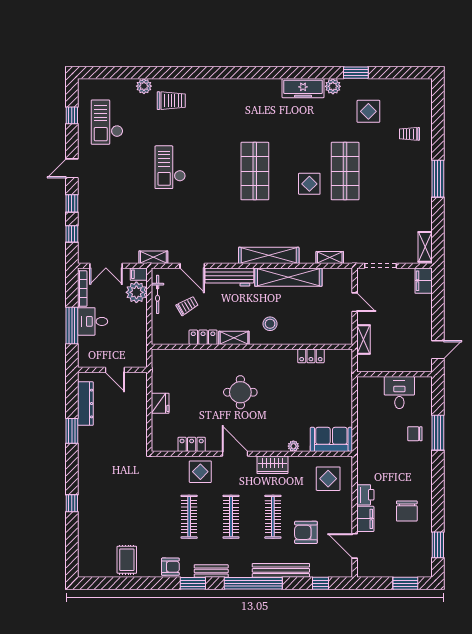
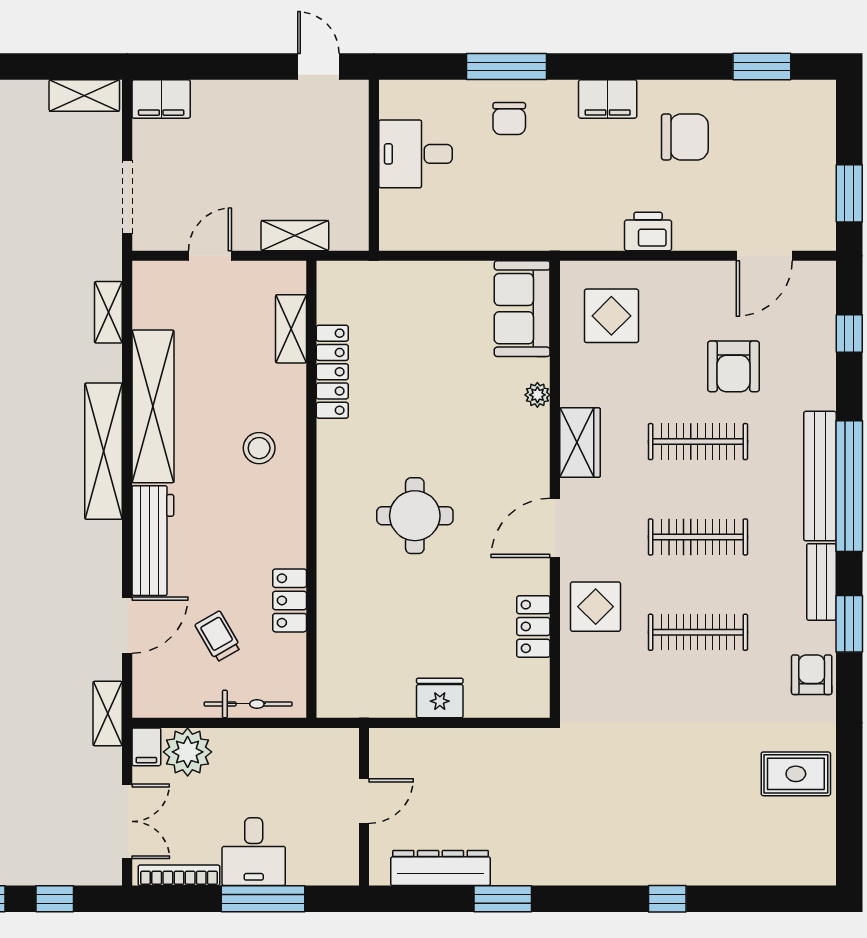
bicycle: (158, 294) -> (248, 704), moved
shelving: (234, 338) -> (291, 329), moved
locker: (311, 356) -> (332, 372), width x1.53
filing cabinet: (365, 519) -> (608, 99), moved, turned 180
bench: (281, 570) -> (820, 476), moved
window: (405, 583) -> (849, 193), moved

